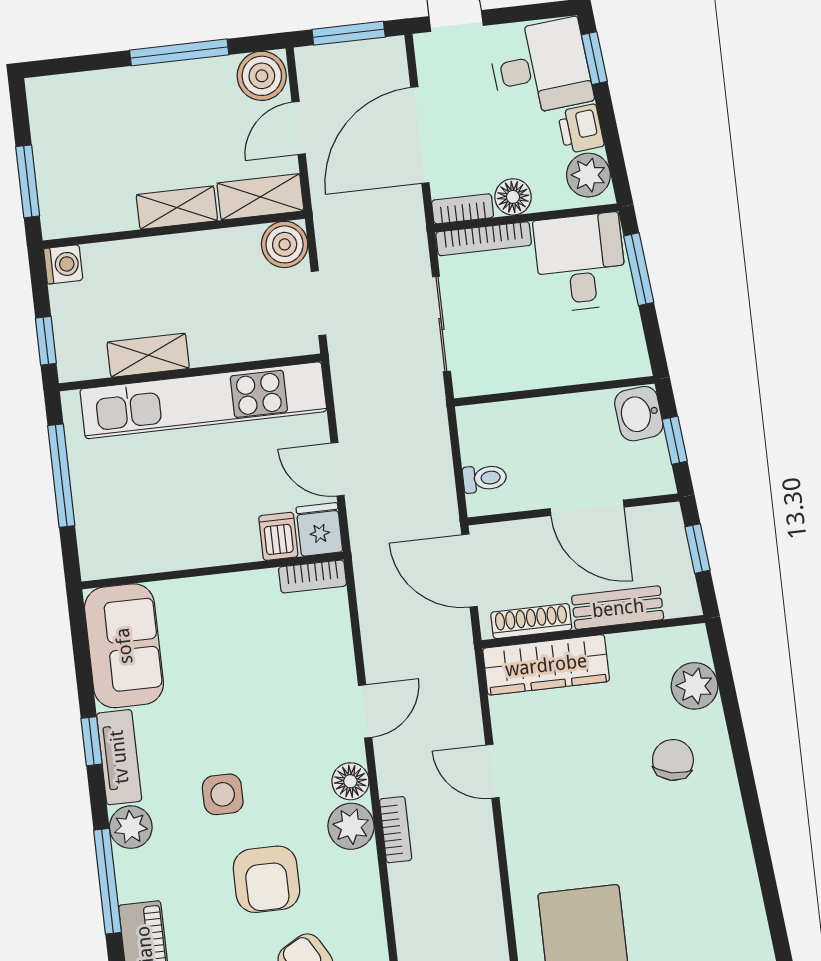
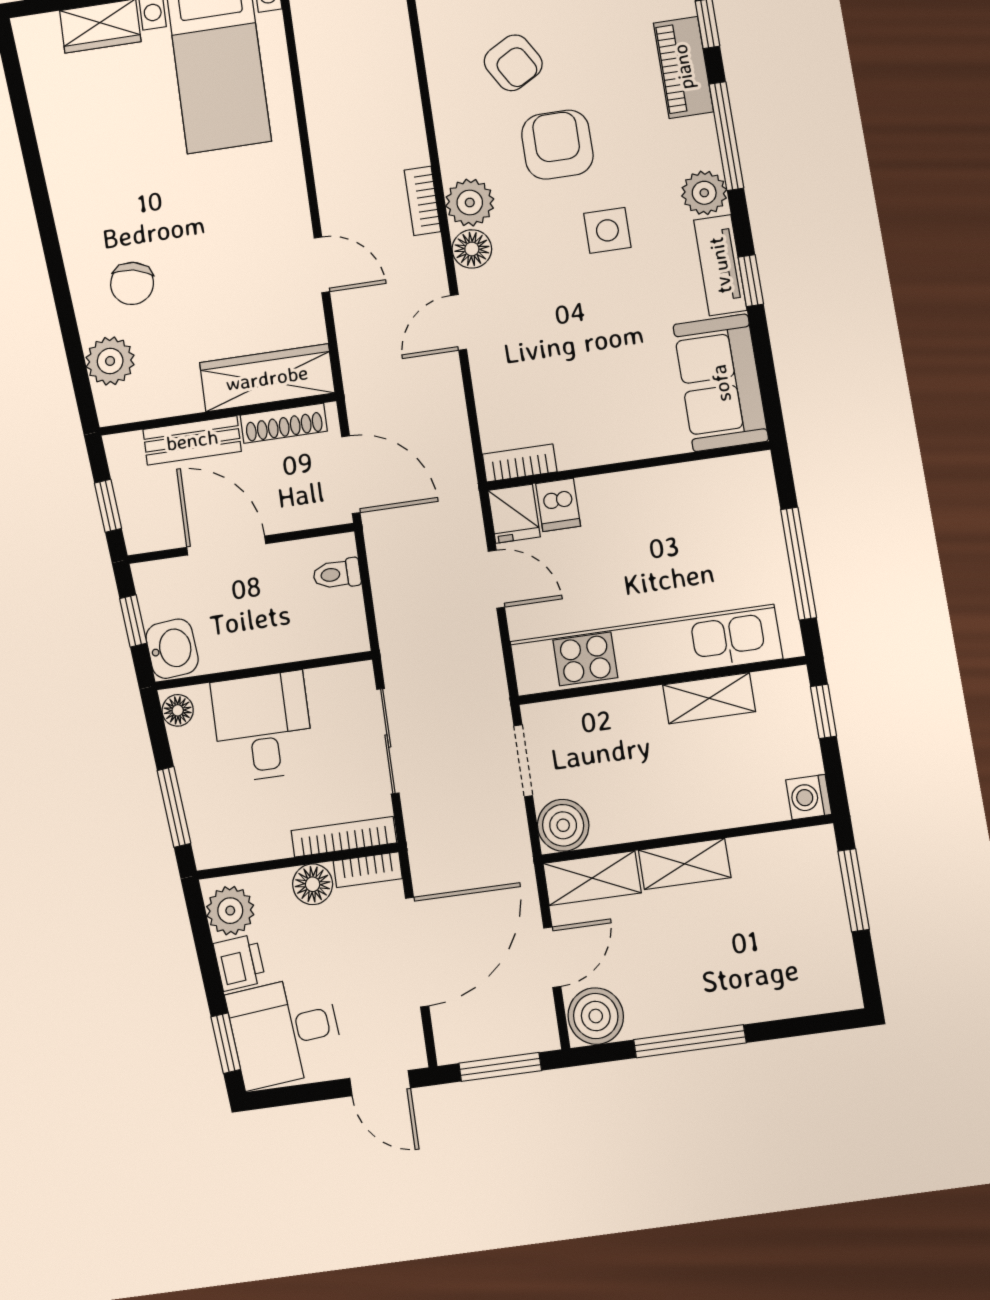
desk: (580, 262) -> (262, 727), moved, turned 180
floor lamp: (634, 357) -> (178, 710), added

